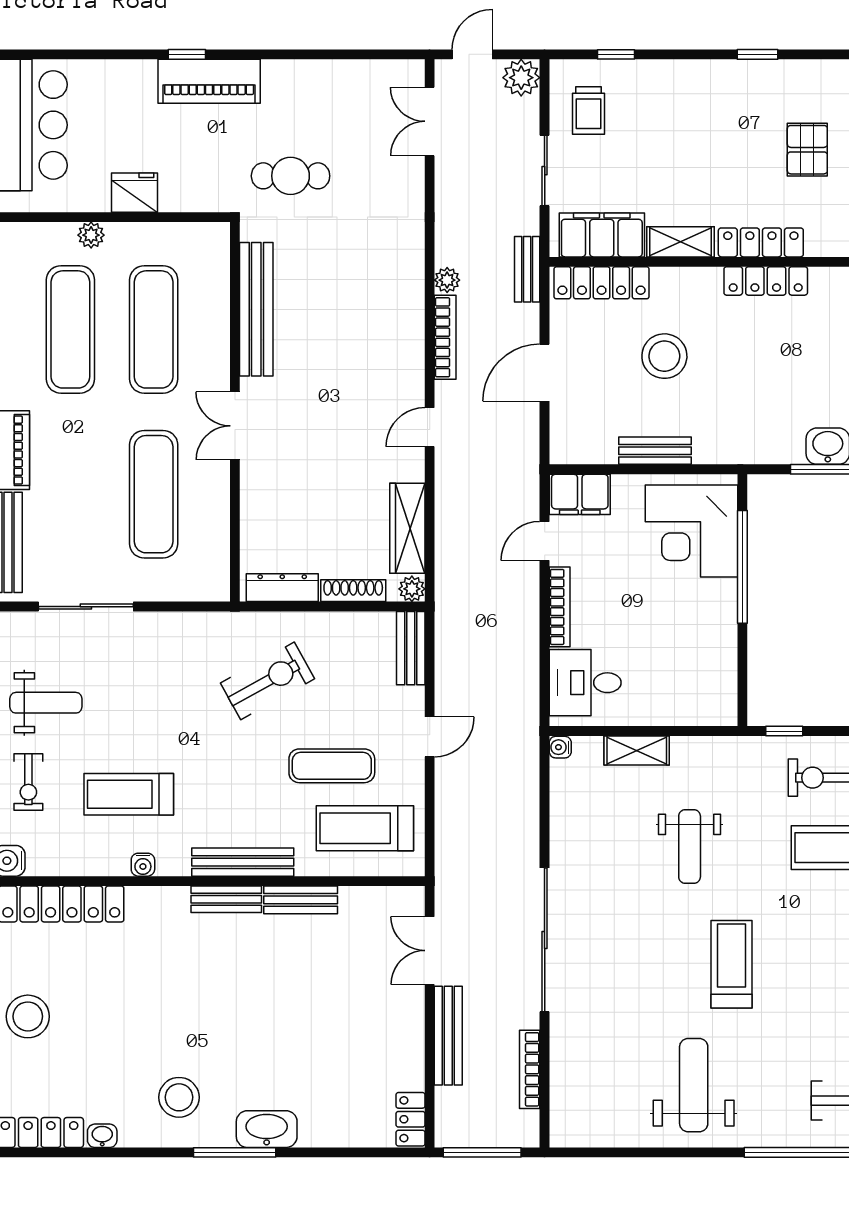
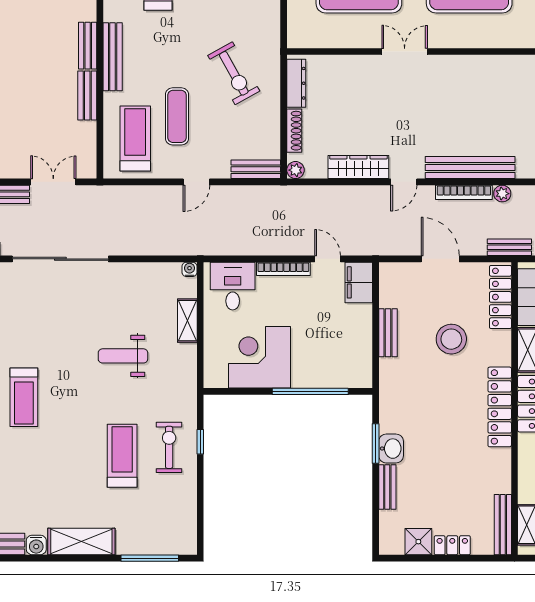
locker: (766, 281) -> (500, 407), width x1.41, depth x1.21
bench: (256, 309) -> (470, 168), moved
door: (430, 427) -> (404, 182), swing flipped
wardrobe: (407, 528) -> (358, 167), moved
corner desk: (691, 531) -> (259, 357), moved
window: (784, 731) -> (200, 442), moved
door: (430, 737) -> (196, 182), hinge flipped
treadmill: (731, 964) -> (24, 397), moved, turned 90

